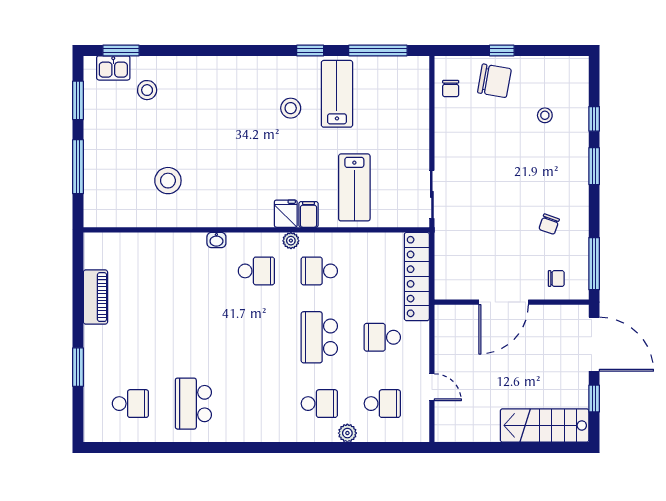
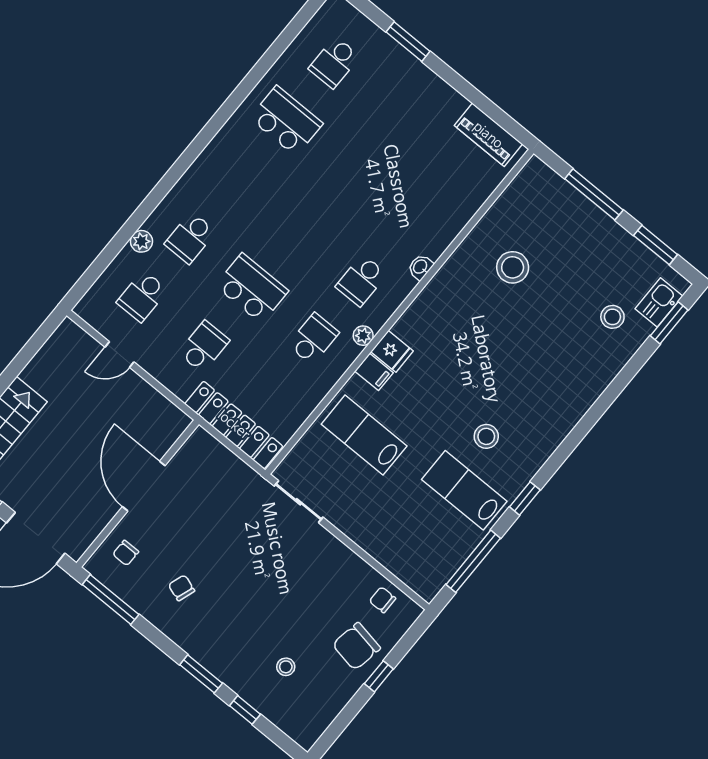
lab bench: (337, 94) -> (464, 490), turned 180
piano: (95, 297) -> (488, 135), moved

